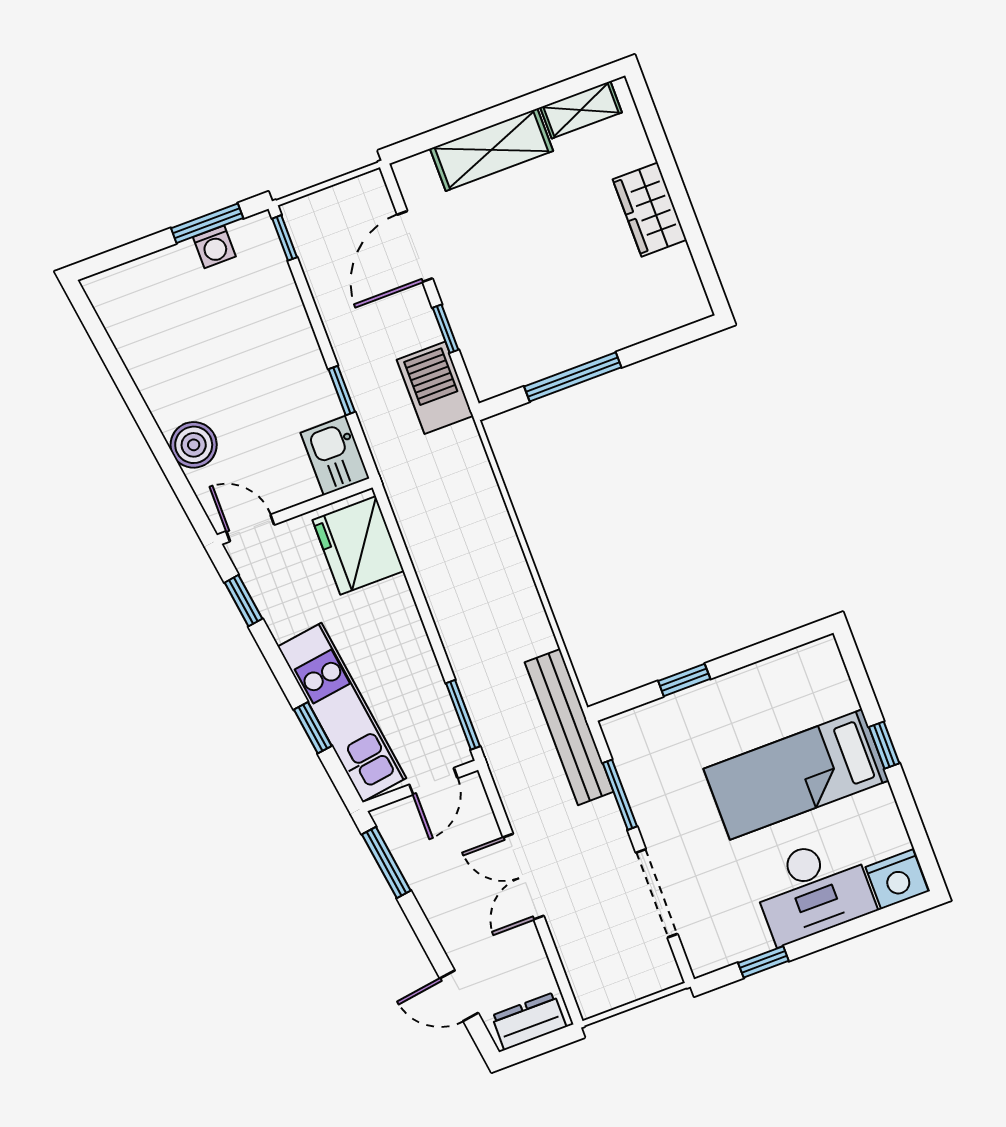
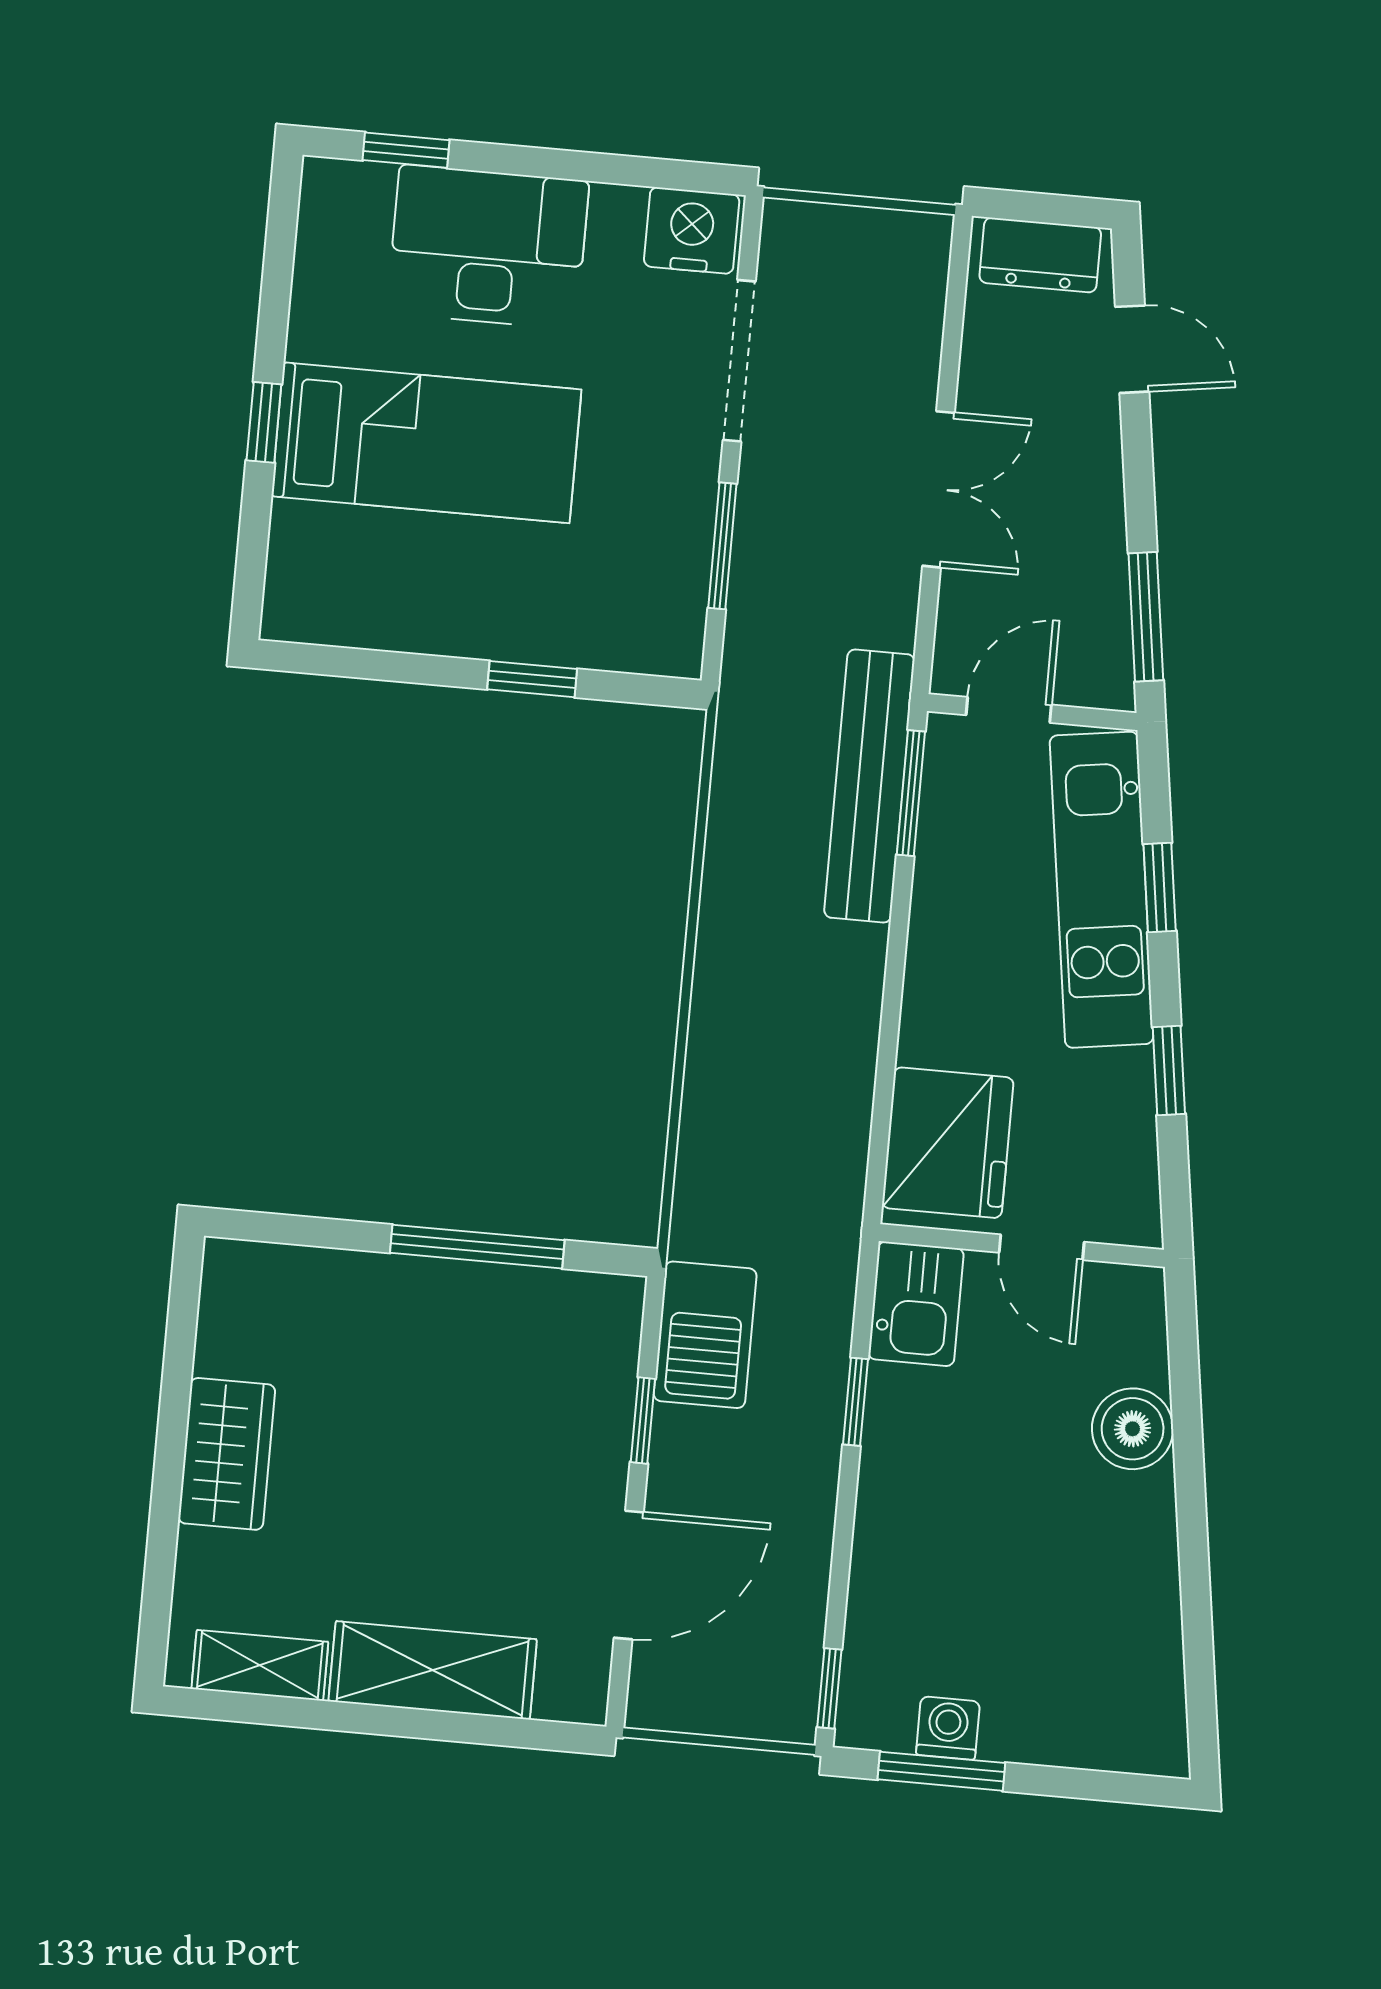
door: (250, 528) -> (1042, 1247), moved
window: (243, 601) -> (1169, 1071), moved
bench: (569, 727) -> (869, 786), moved
nightstand: (897, 879) -> (692, 230), moved
window: (763, 962) -> (406, 150), moved

